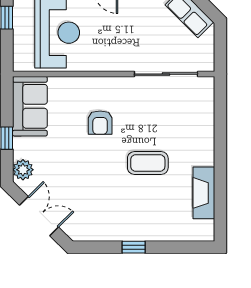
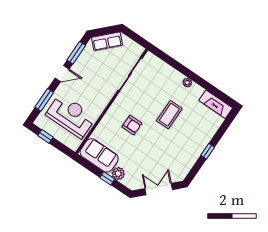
plant: (207, 158) -> (187, 83), added
plant: (23, 170) -> (118, 174), moved
fireplace: (204, 193) -> (216, 104), moved

